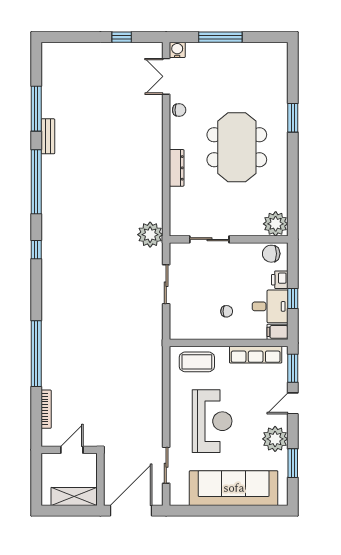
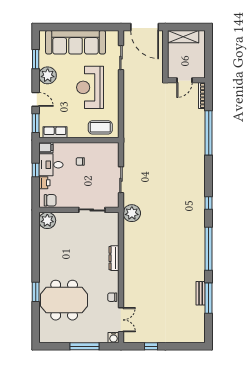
bench: (48, 136) -> (201, 293), moved
meeting table: (237, 147) -> (64, 300), moved, turned 90
row of seats: (256, 355) -> (55, 132), width x0.68
door: (293, 403) -> (36, 99), hinge flipped
wall: (69, 450) -> (186, 80), moved
door: (72, 450) -> (185, 80), moved
door: (131, 511) -> (145, 27), hinge flipped

